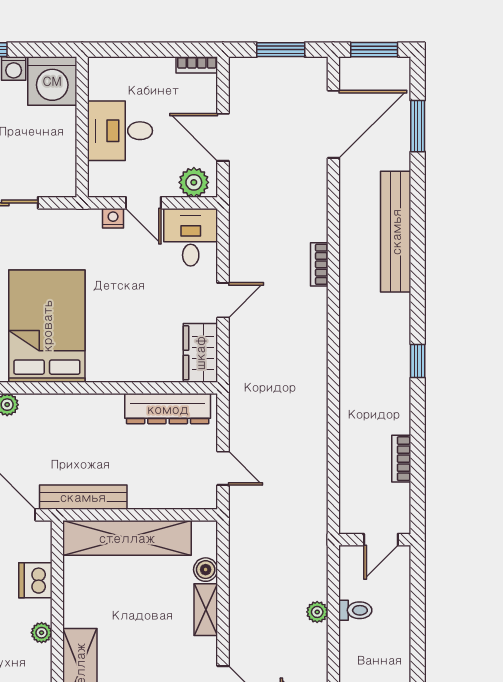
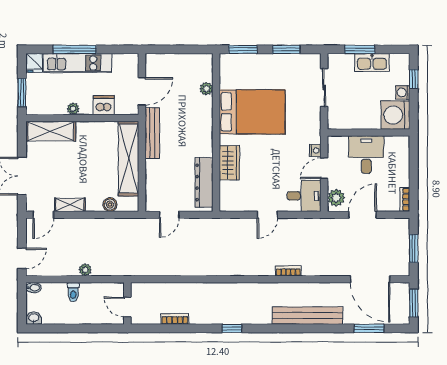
door: (223, 300) -> (267, 215), hinge flipped
wardrobe: (200, 353) -> (229, 163), moved, turned 90
shelving: (206, 610) -> (70, 205), moved
toilet: (355, 610) -> (73, 292), moved

